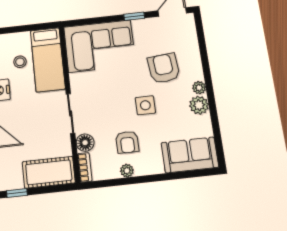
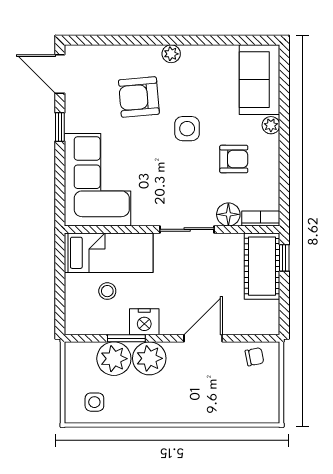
plant: (199, 105) -> (195, 58), removed
plant: (127, 171) -> (271, 125), moved
window: (17, 193) -> (284, 258), moved

